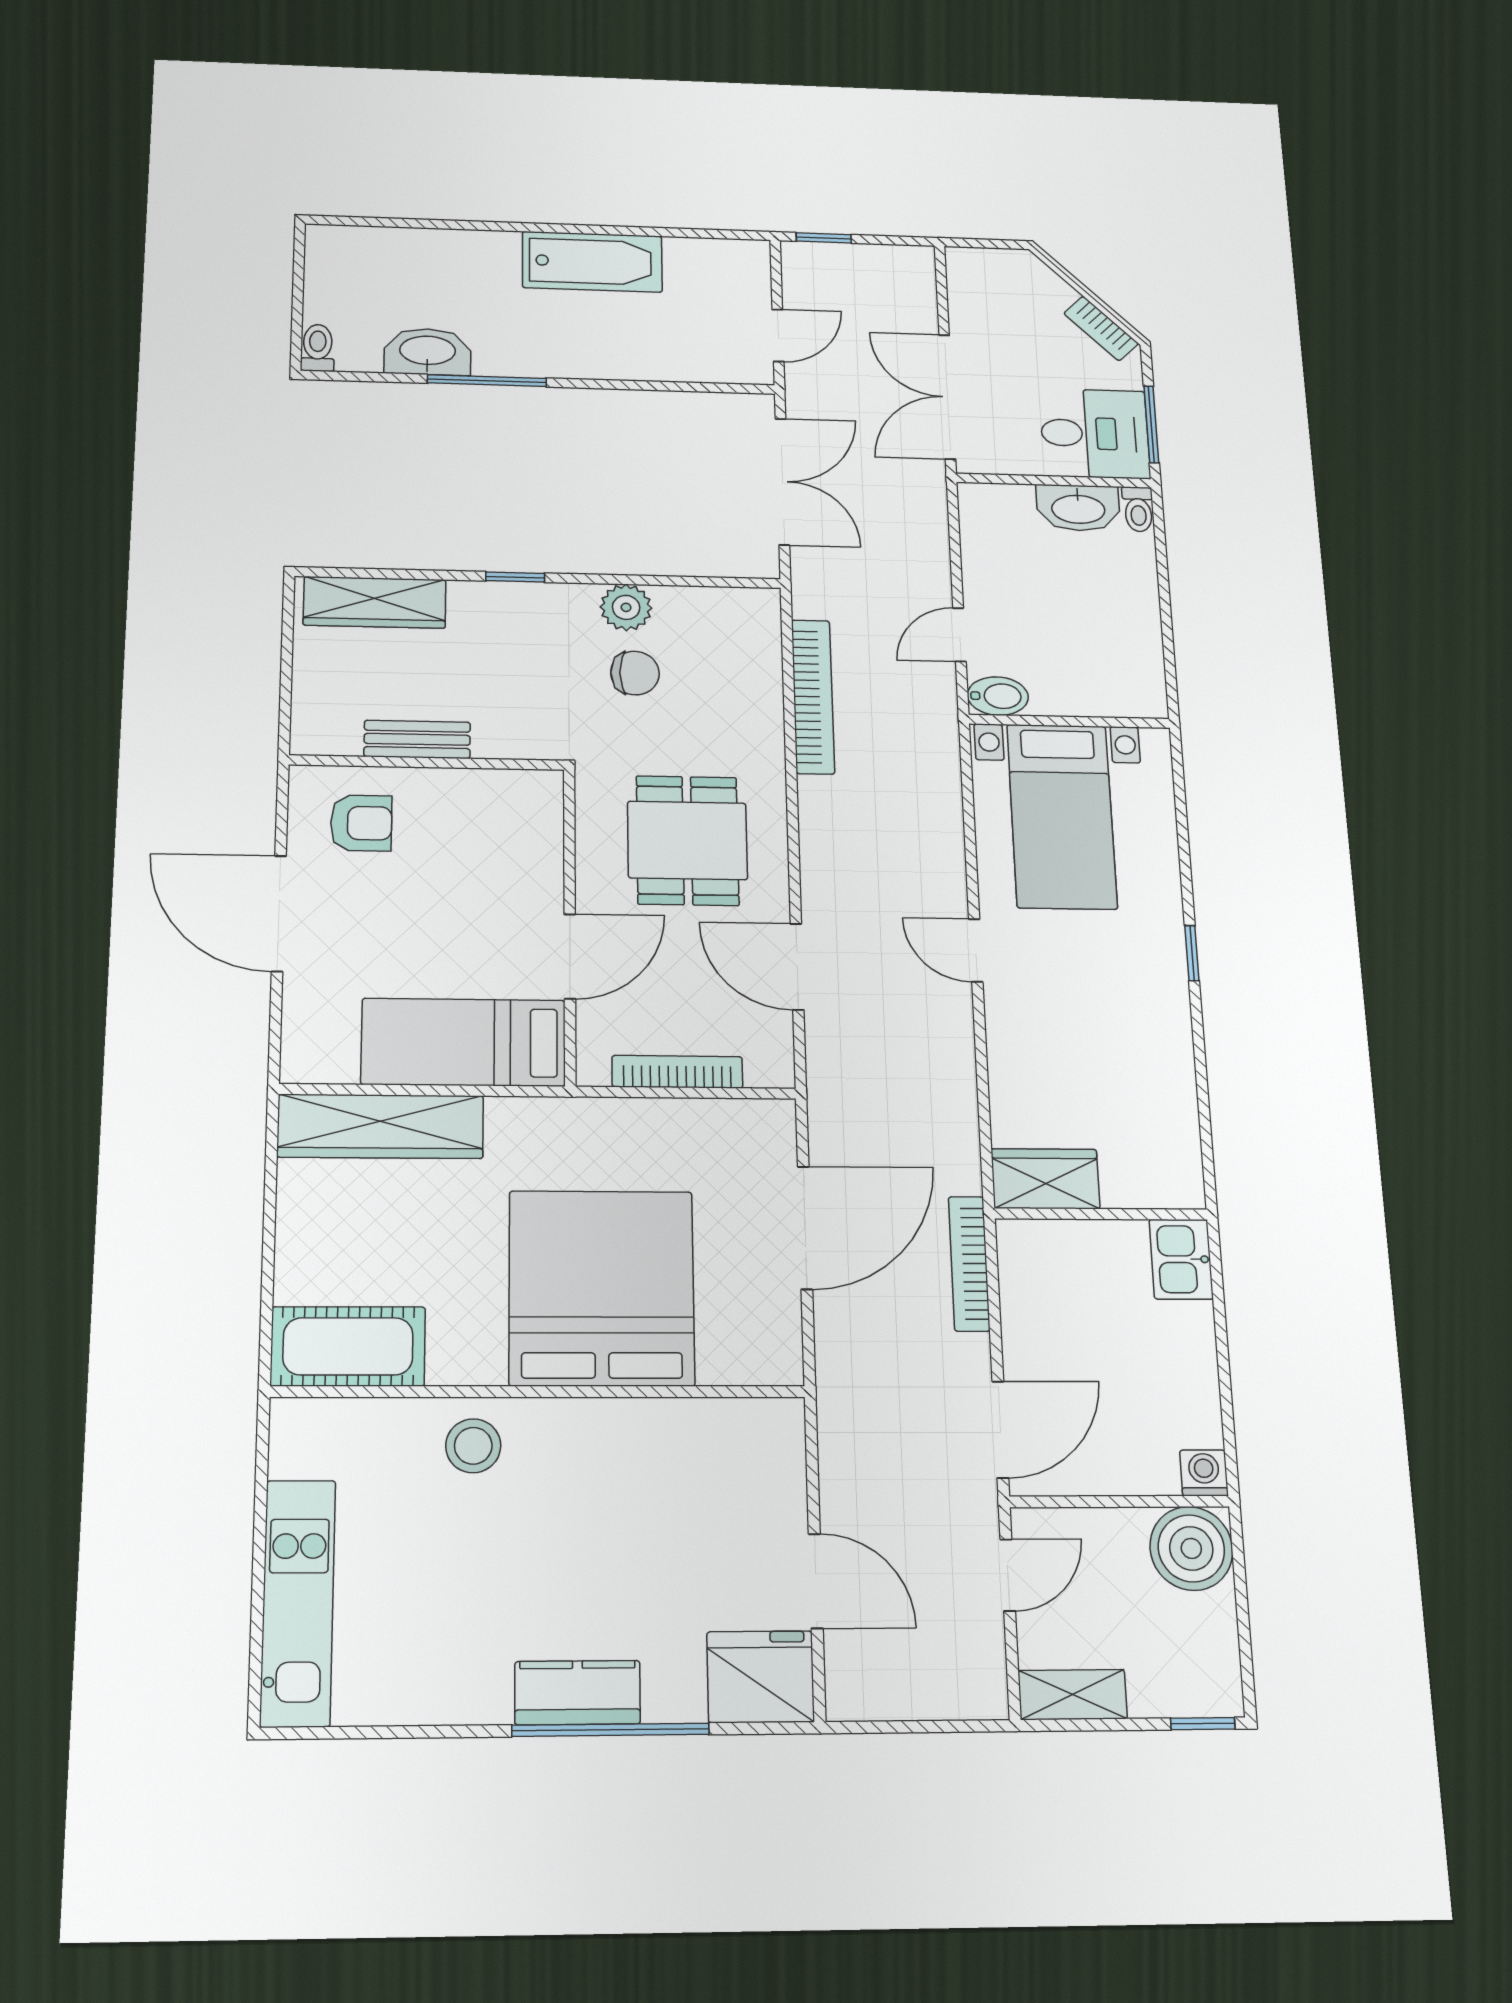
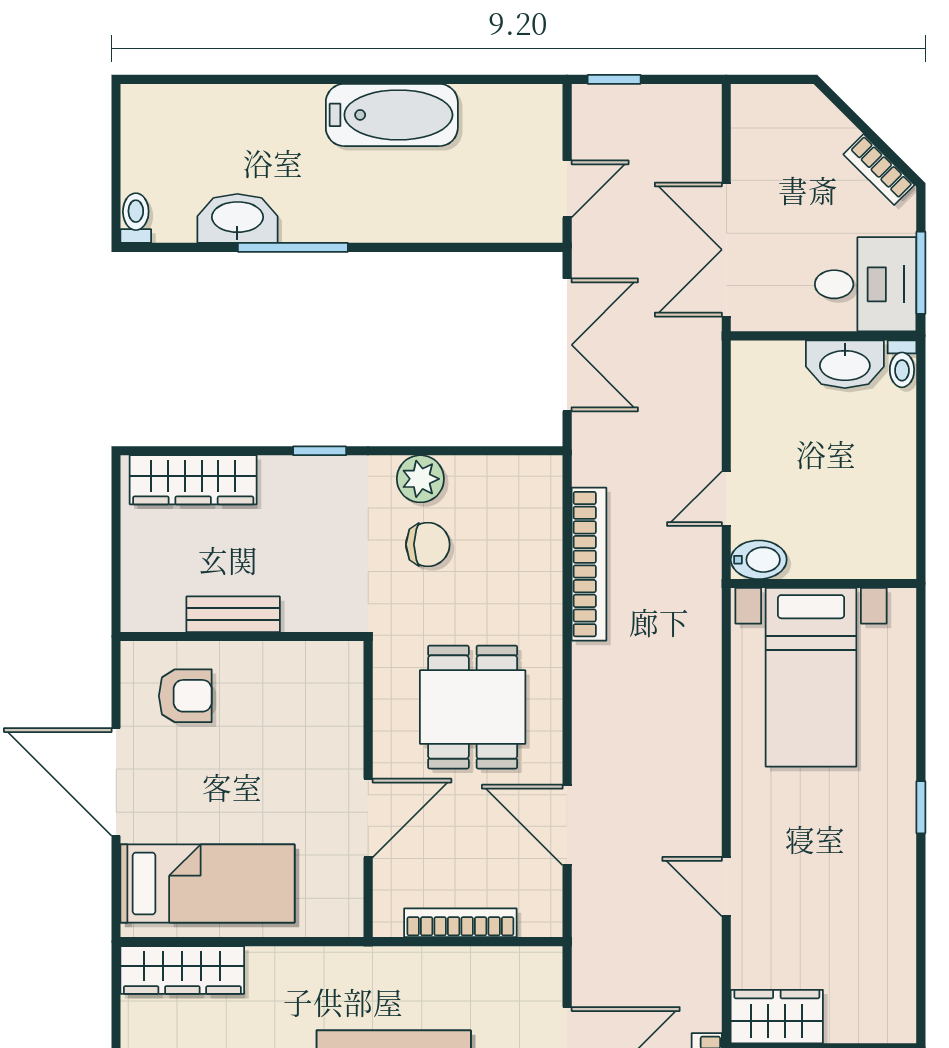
door: (976, 950) -> (726, 887), moved
bed: (464, 1042) -> (208, 884), moved, turned 180
wardrobe: (381, 1126) -> (182, 970), width x0.71, depth x0.85

